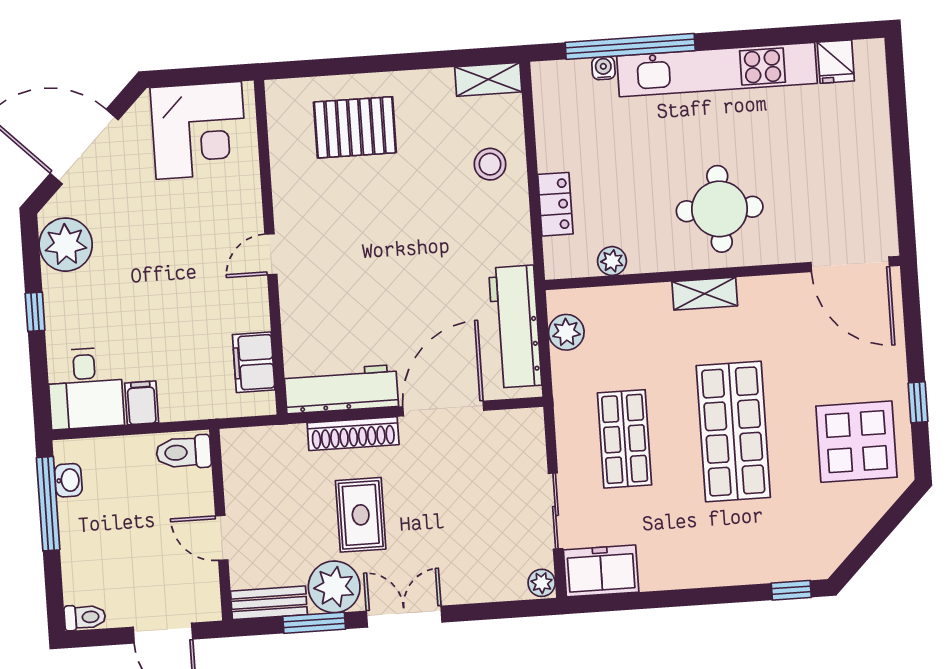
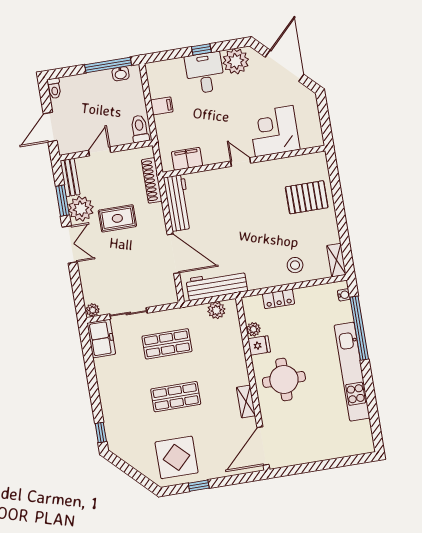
fridge: (836, 62) -> (259, 345), moved, turned 180
water cooler: (603, 68) -> (344, 295), moved
pallet: (355, 127) -> (307, 197), turned 90
corner desk: (199, 130) -> (274, 131), moved, turned 90
shelving: (705, 294) -> (246, 402), moved
desk: (85, 388) -> (205, 73), moved, turned 90
shop shelf: (733, 431) -> (176, 397), width x0.70, depth x0.74
shoe rack: (353, 434) -> (152, 180), moved

